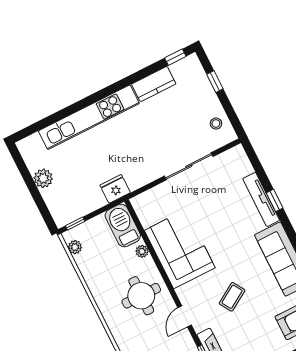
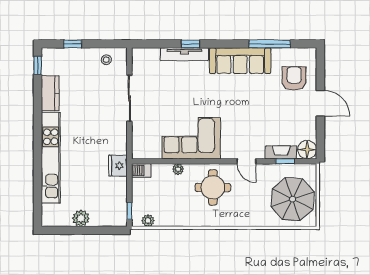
barbecue: (123, 226) -> (141, 170), width x0.53, depth x0.65
coffee table: (232, 297) -> (250, 116), removed

